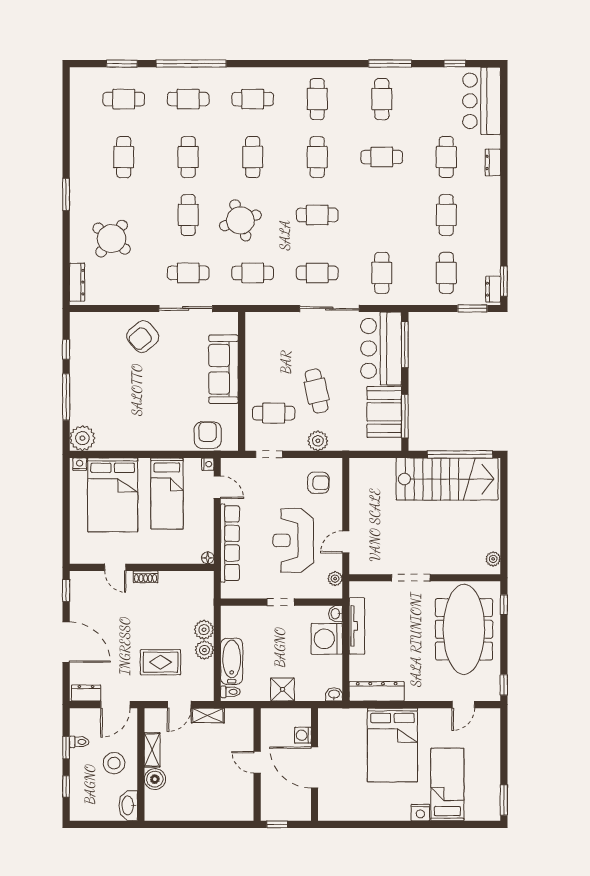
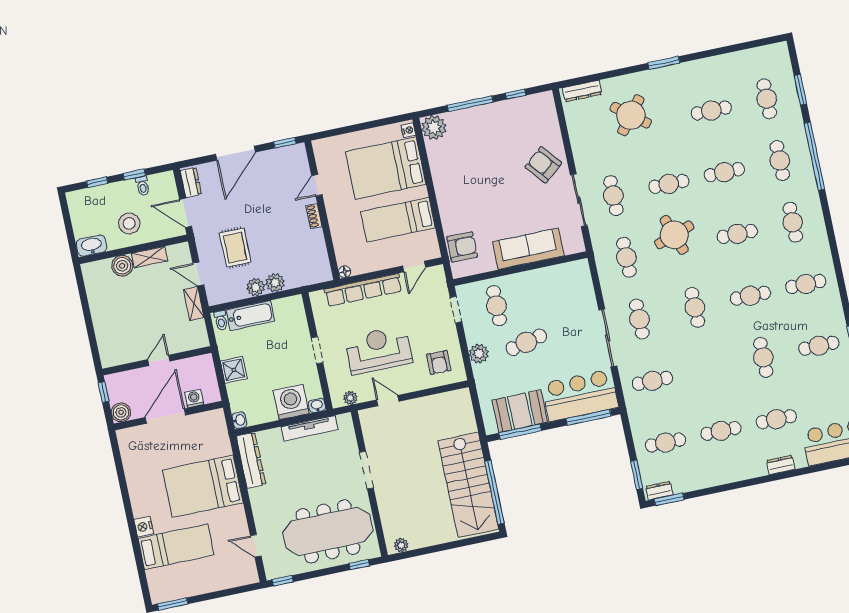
nightstand: (208, 464) -> (434, 253), removed
boiler: (301, 811) -> (121, 412), added

